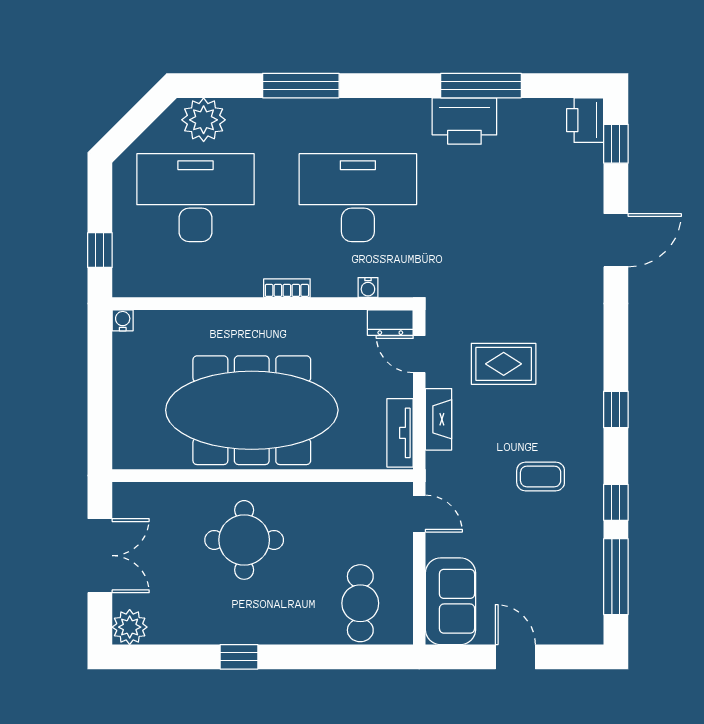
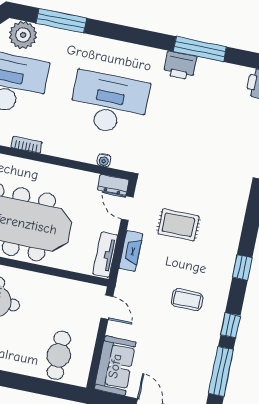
window: (301, 86) -> (61, 21), moved
printer: (464, 121) -> (180, 66), width x0.73, depth x0.84
bookcase: (287, 288) -> (26, 145), moved

